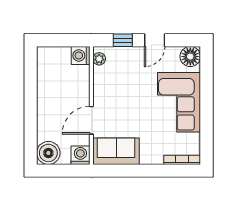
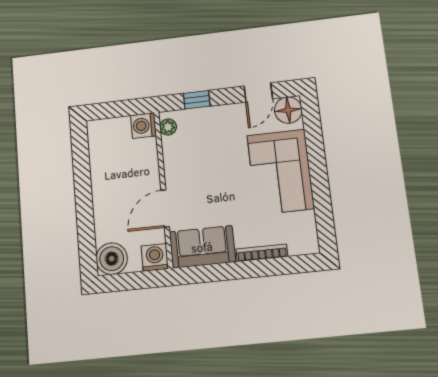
door: (155, 40) -> (258, 92), moved
bookcase: (182, 160) -> (262, 253), moved

